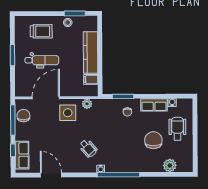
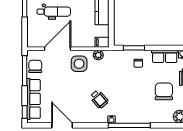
filing cabinet: (91, 80) -> (102, 42), moved
window: (13, 150) -> (25, 112), moved
row of seats: (22, 155) -> (34, 99), width x1.48

